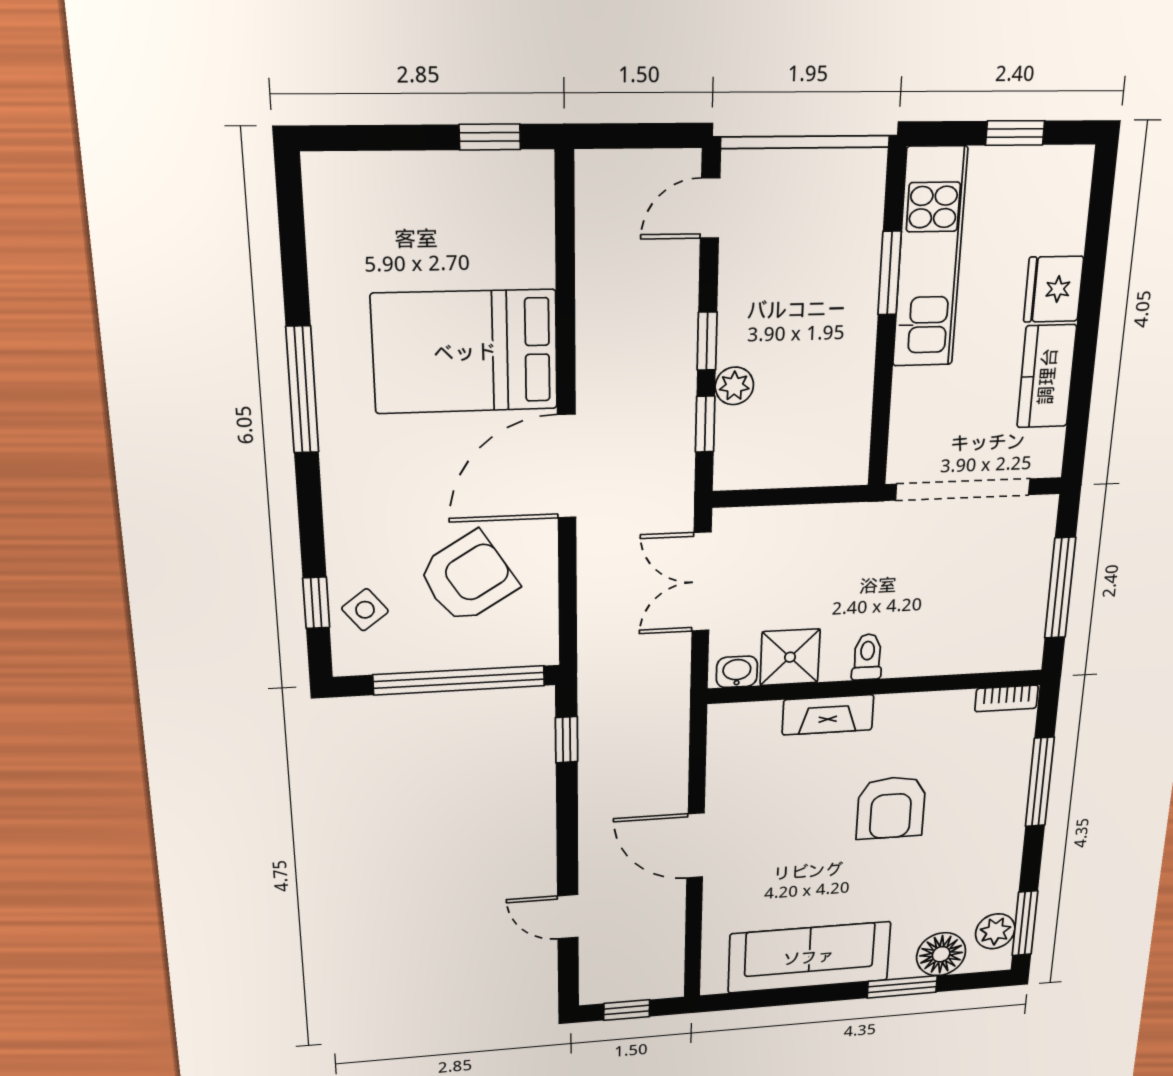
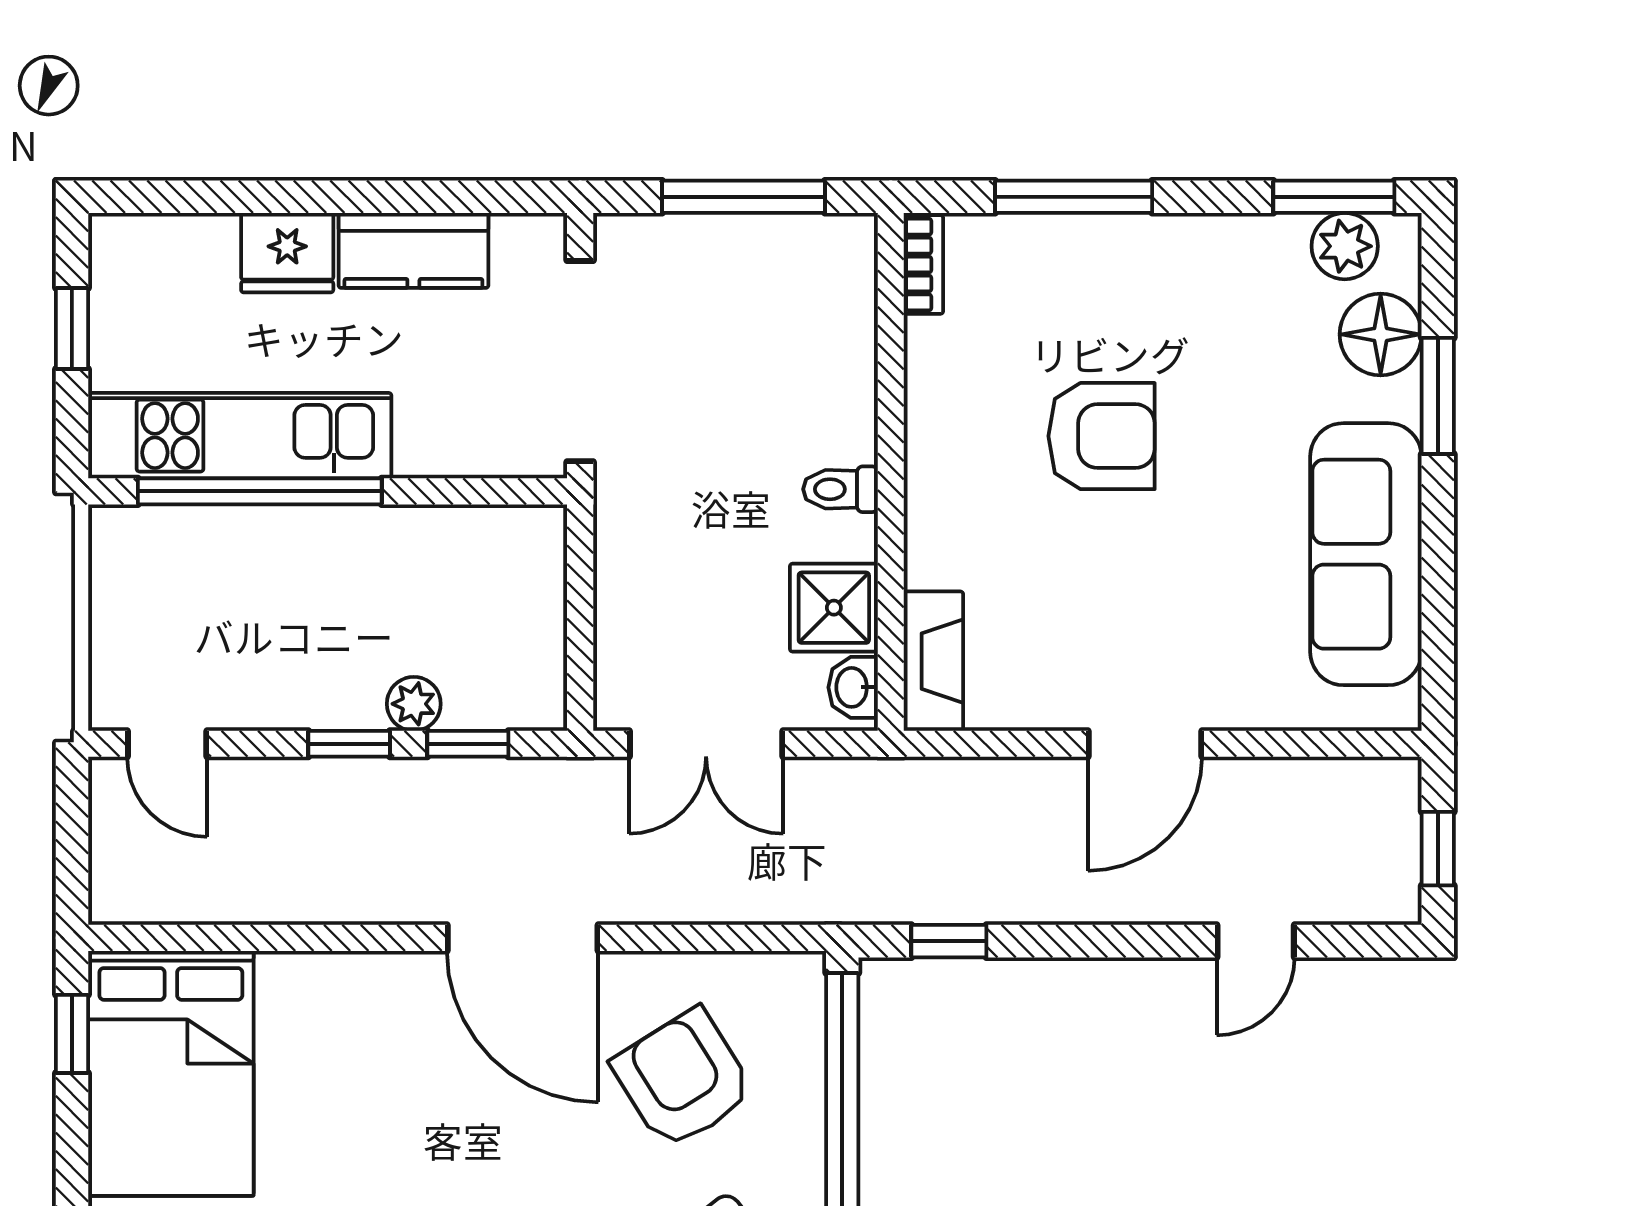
window: (890, 273) -> (260, 491), width x2.11
bed: (465, 352) -> (171, 1073), moved
fireplace: (828, 715) -> (933, 661), moved

